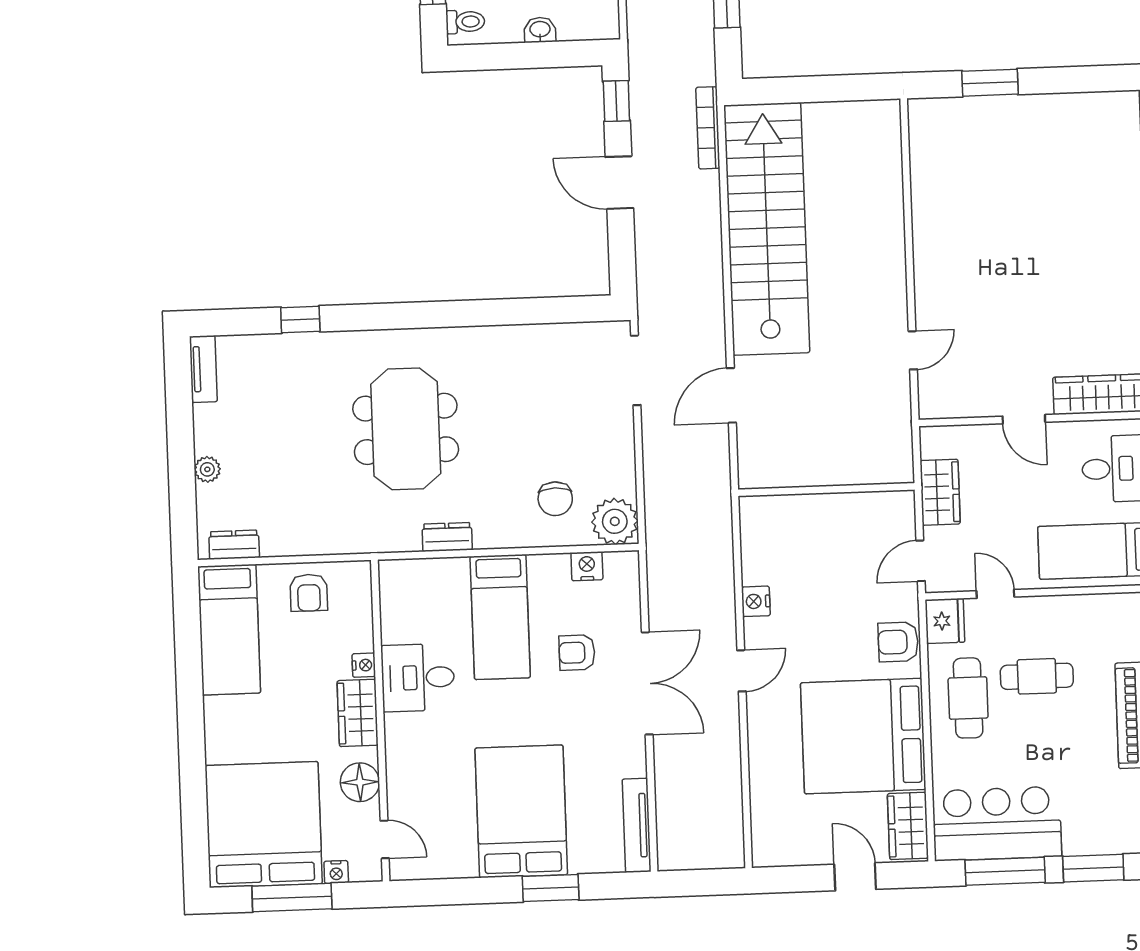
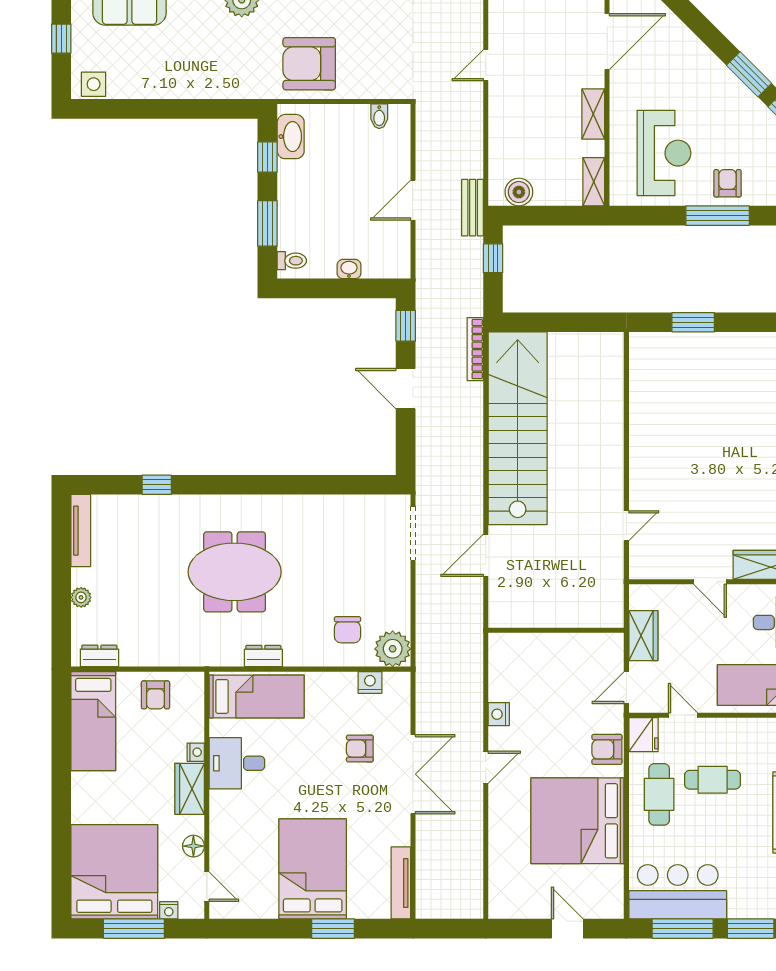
tv unit: (203, 369) -> (81, 531), width x1.41
meeting table: (406, 429) -> (235, 572), turned 90
bed: (500, 617) -> (257, 696), moved, turned -90
floor lamp: (360, 782) -> (193, 846), width x0.73, depth x0.73
wardrobe: (908, 826) -> (609, 891), removed

